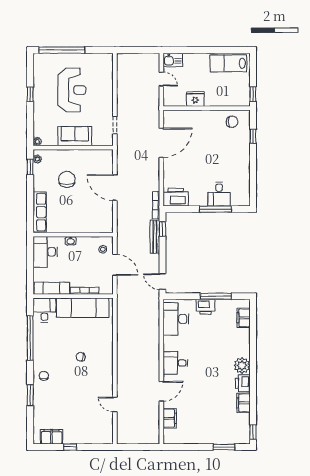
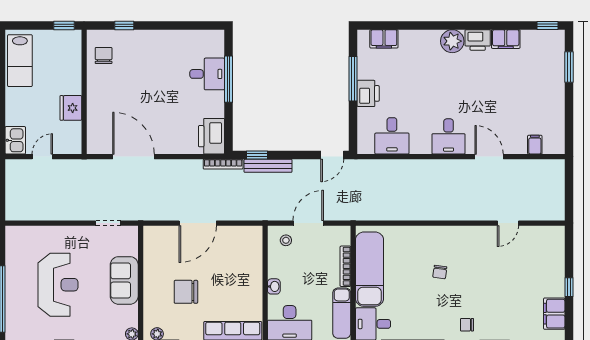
reception desk: (72, 90) -> (58, 285), turned 90
desk: (176, 319) -> (392, 136), width x0.73
filing cabinet: (170, 418) -> (535, 145), width x0.50

